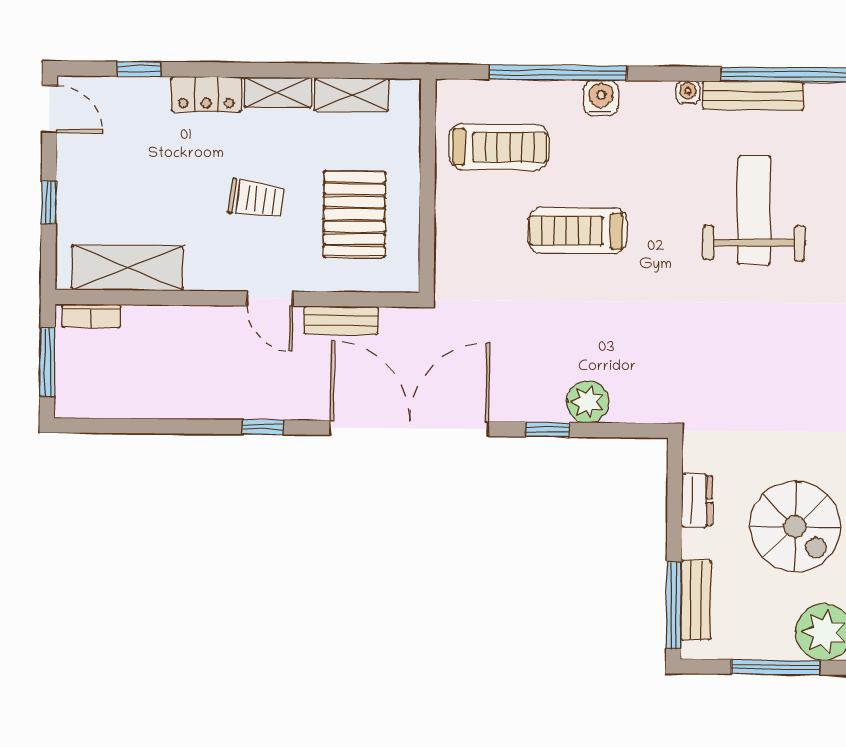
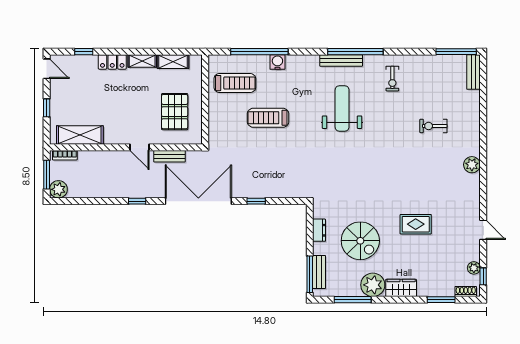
water cooler: (688, 93) -> (314, 60), removed
trolley: (256, 199) -> (134, 106), removed
plant: (588, 402) -> (58, 189), moved

